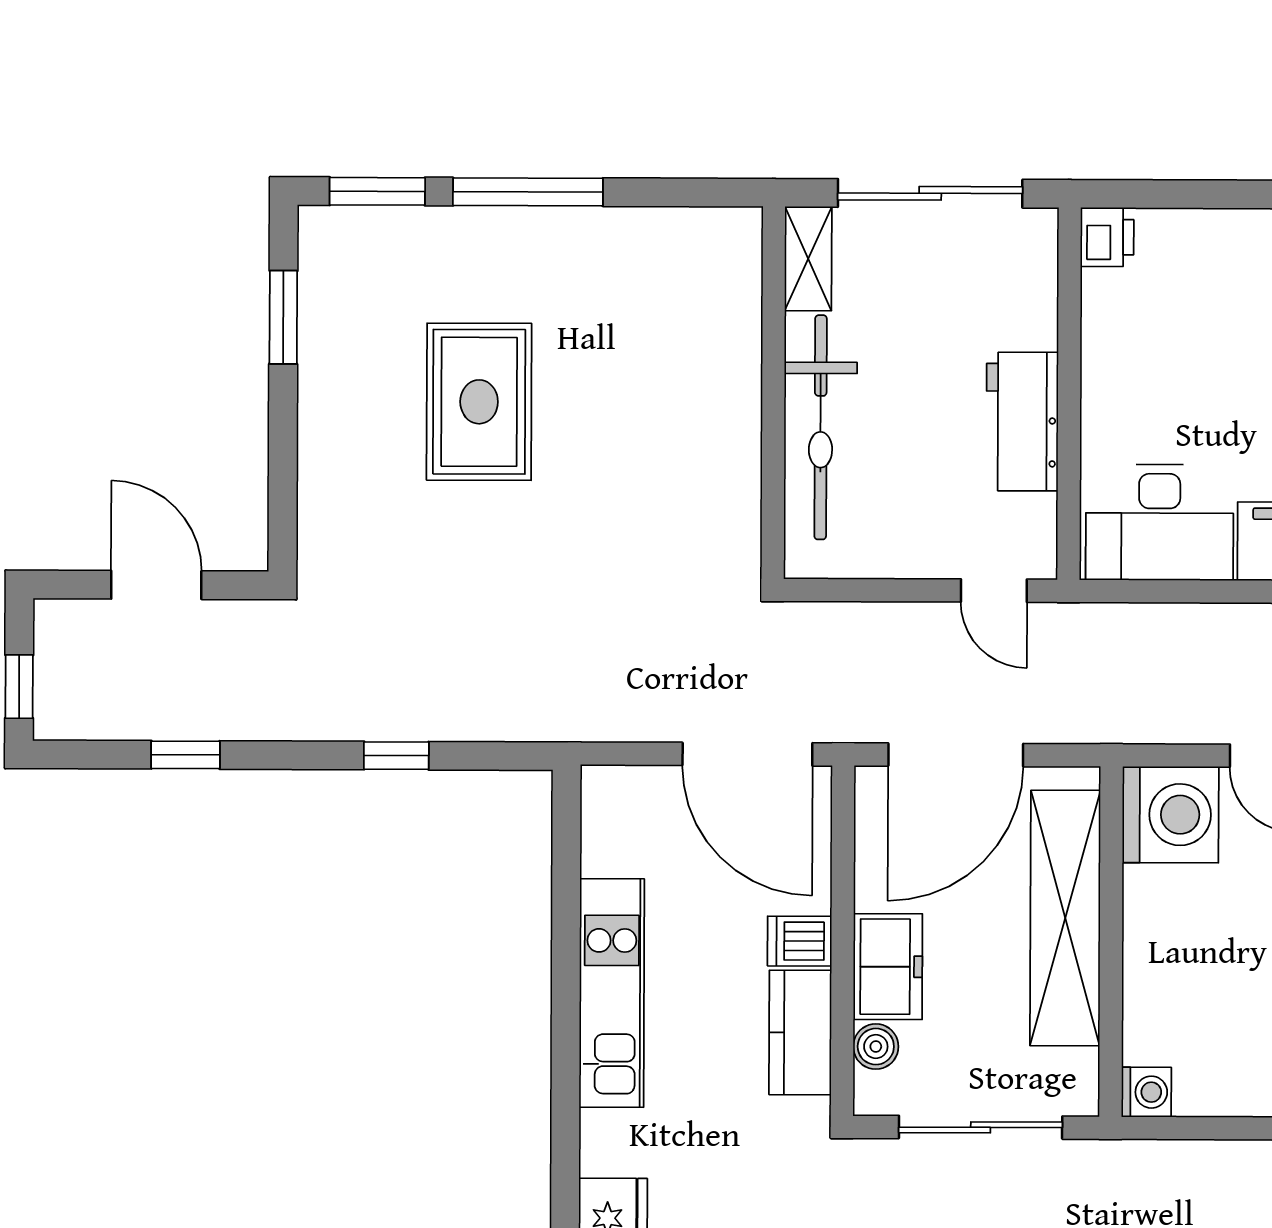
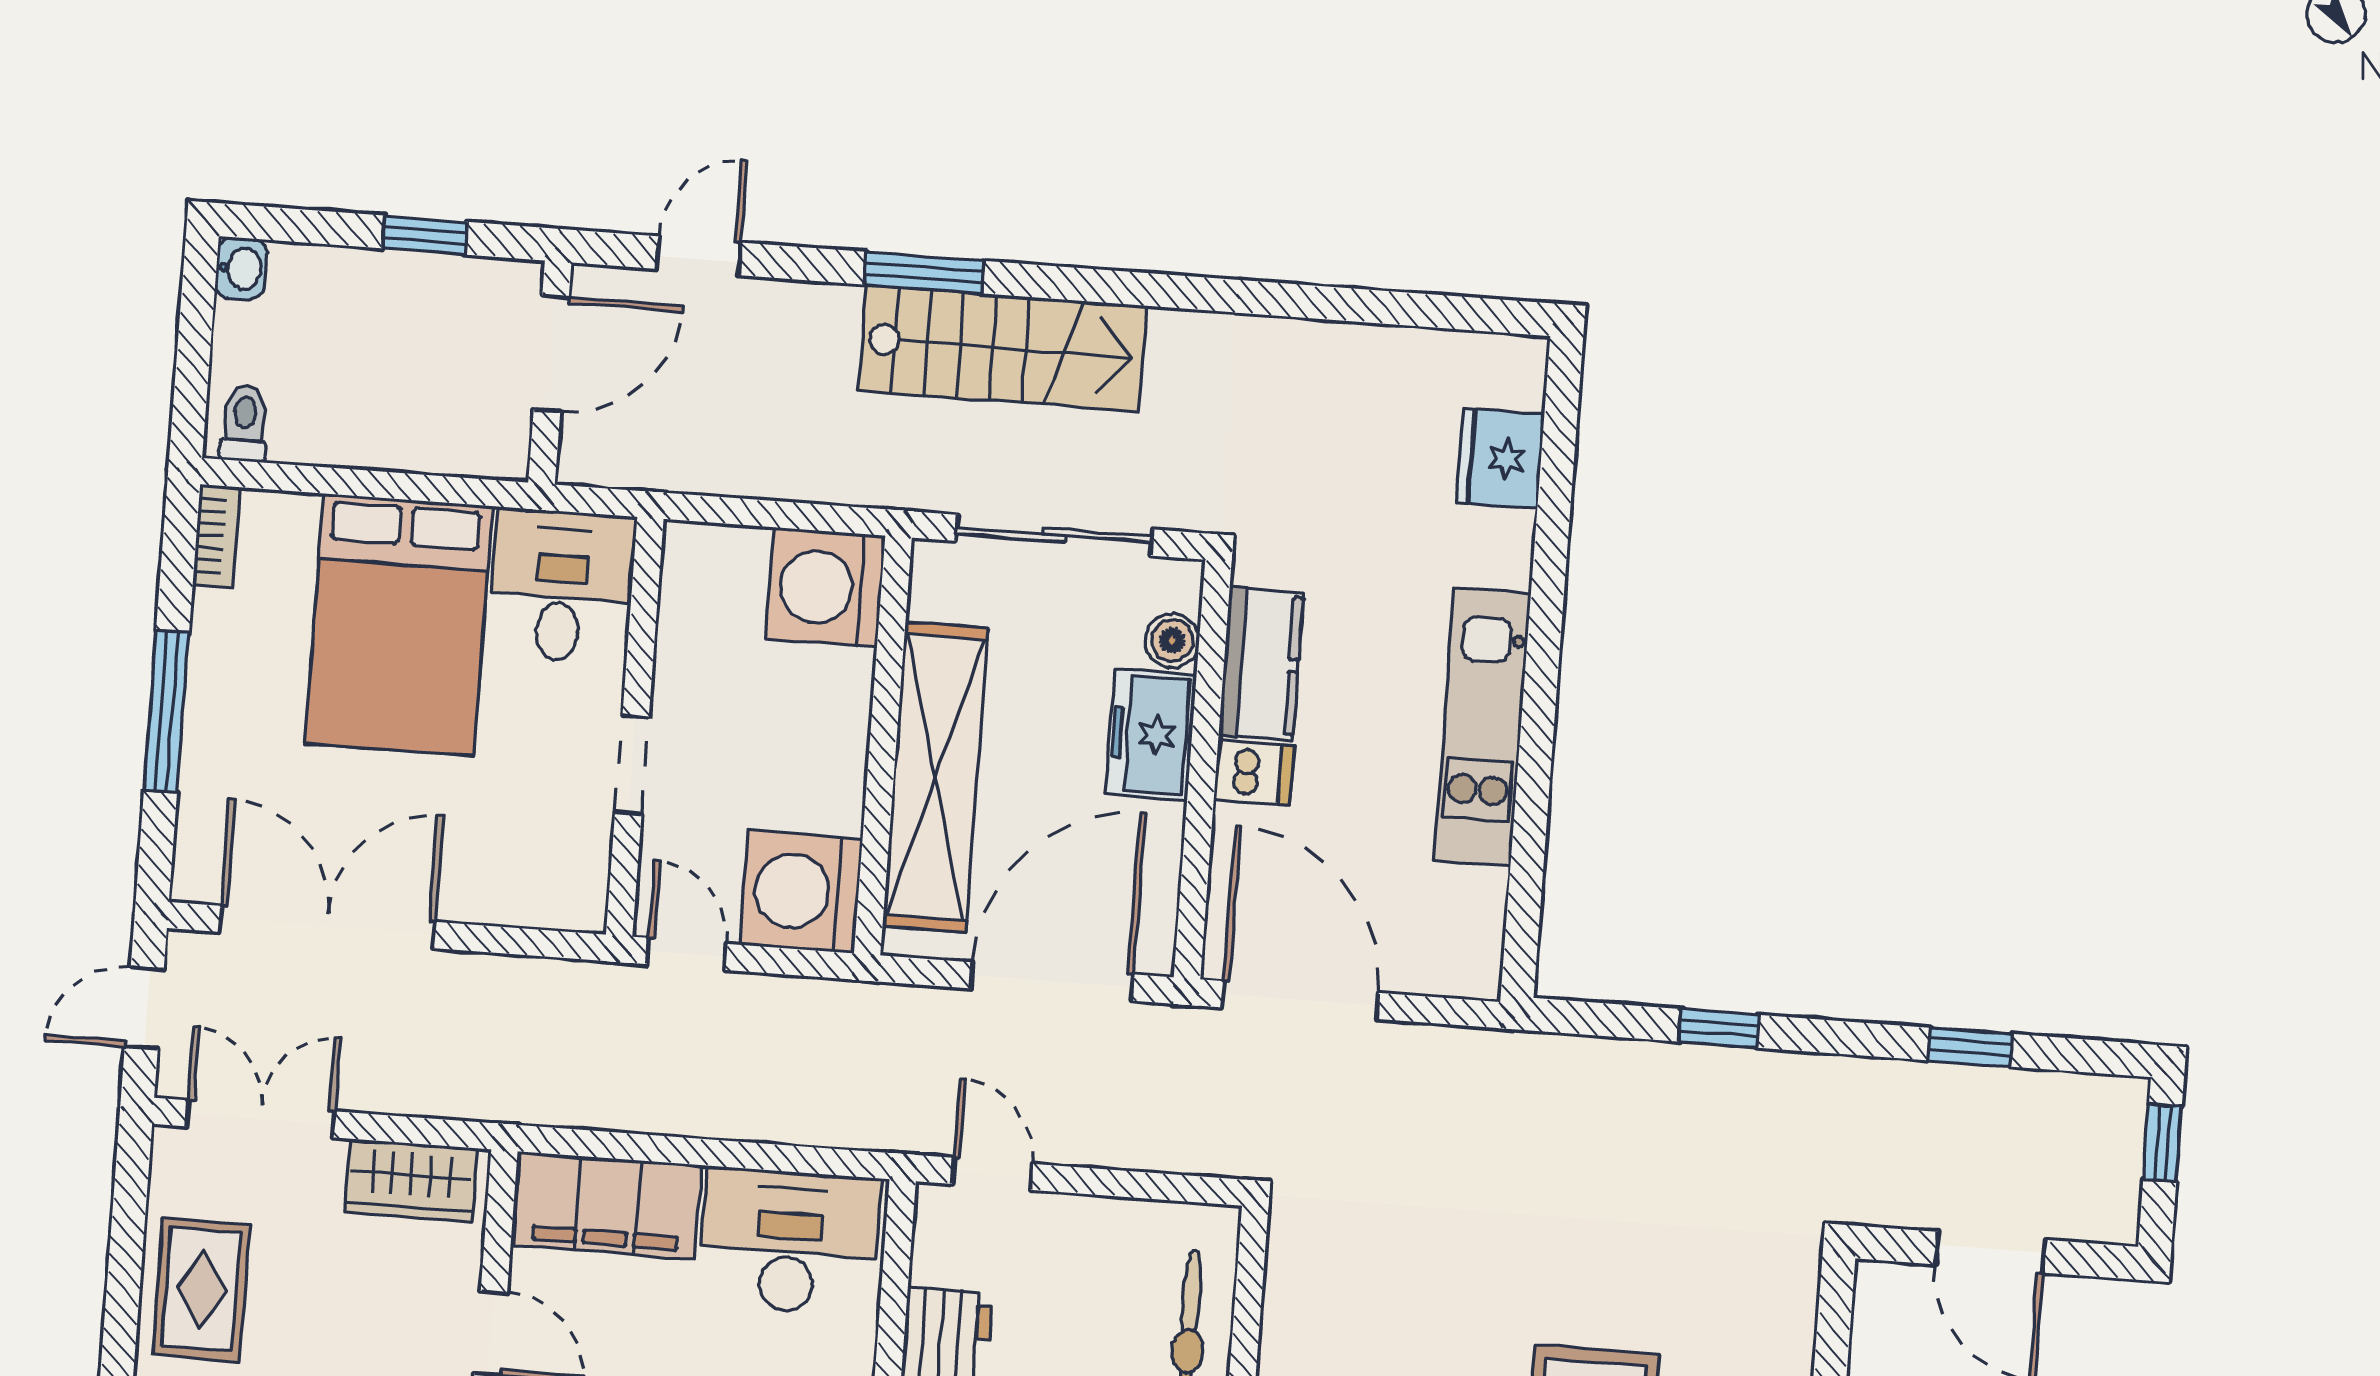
washing machine: (1146, 1092) -> (825, 587), width x1.89, depth x1.89

